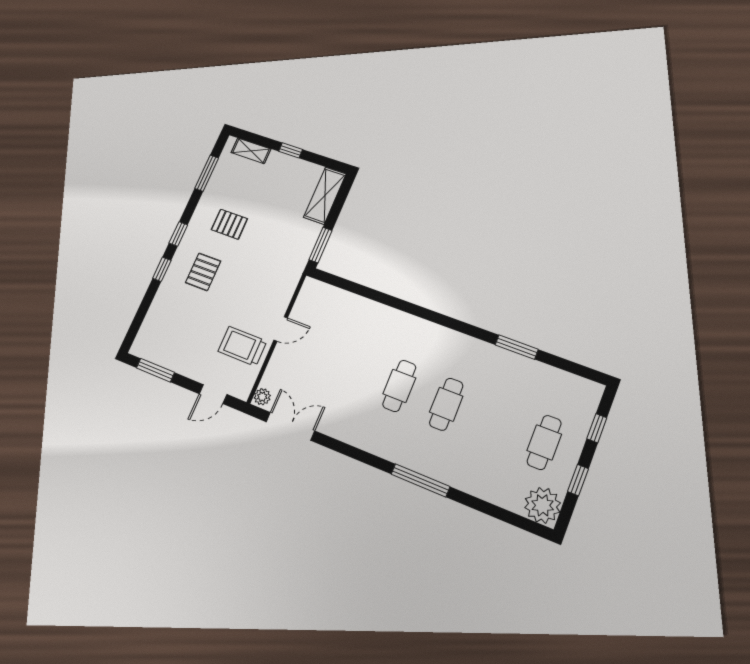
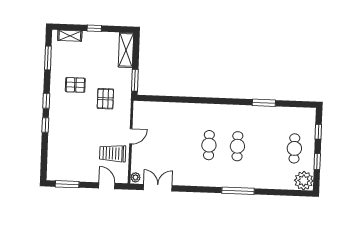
pallet: (203, 272) -> (105, 99), moved
door: (213, 394) -> (107, 186), swing flipped

